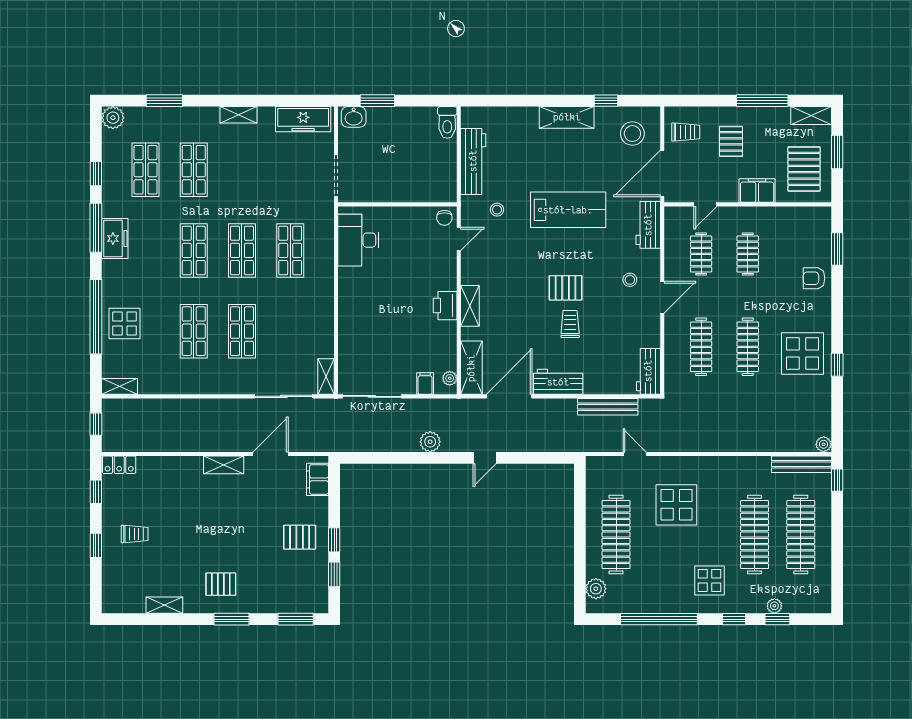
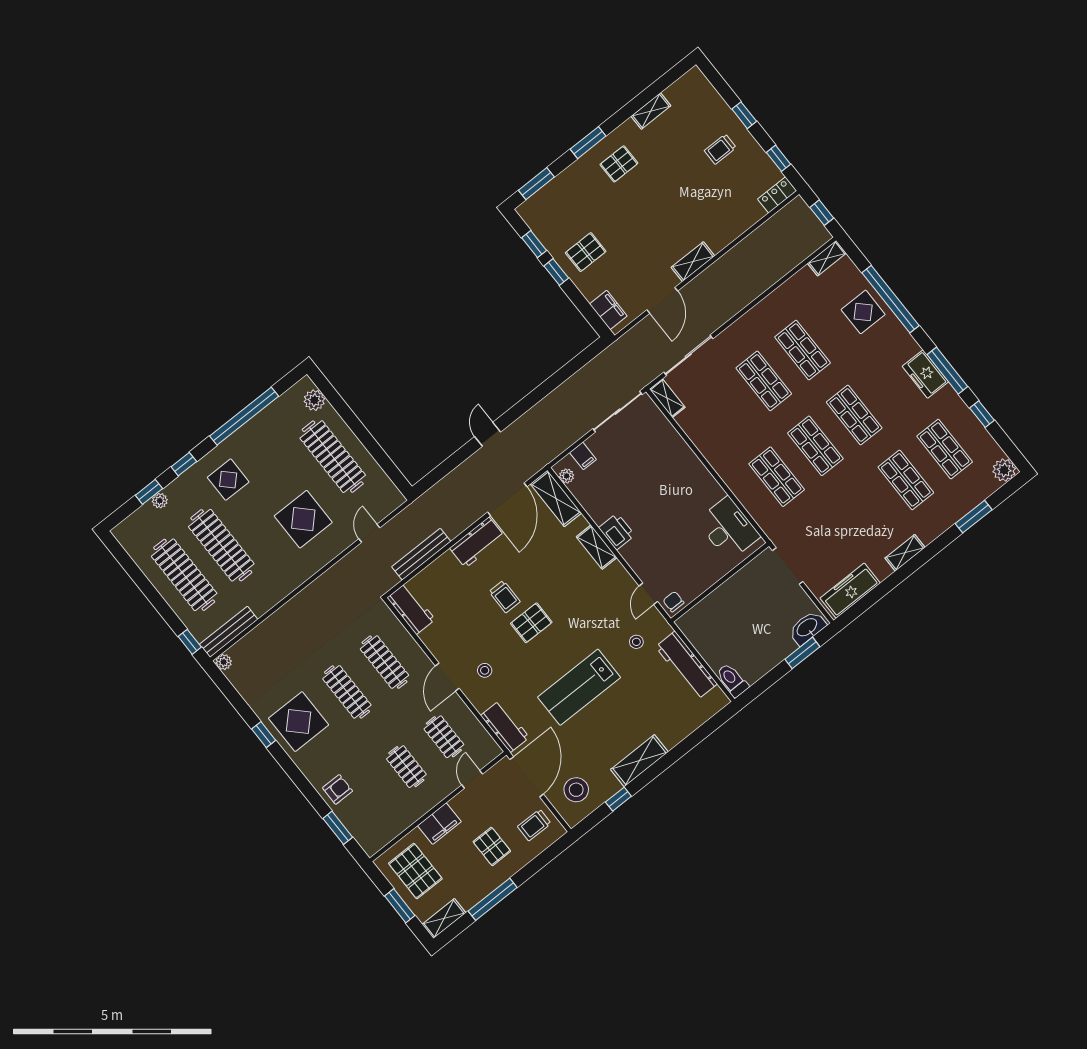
washbasin: (354, 117) -> (807, 628), width x1.38
plant: (430, 442) -> (542, 412), removed
door: (635, 454) -> (369, 533), swing flipped

